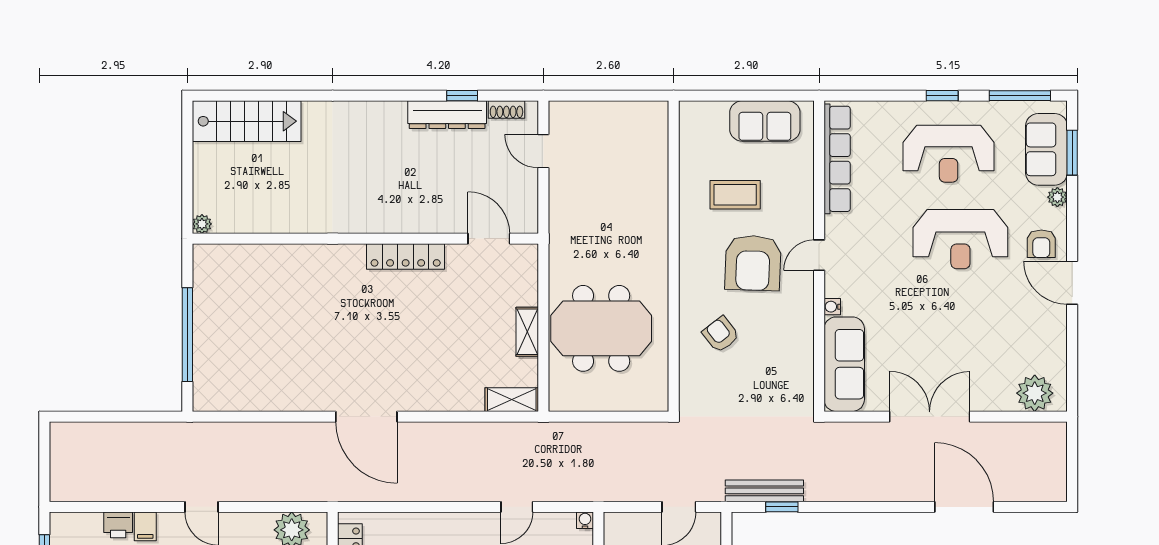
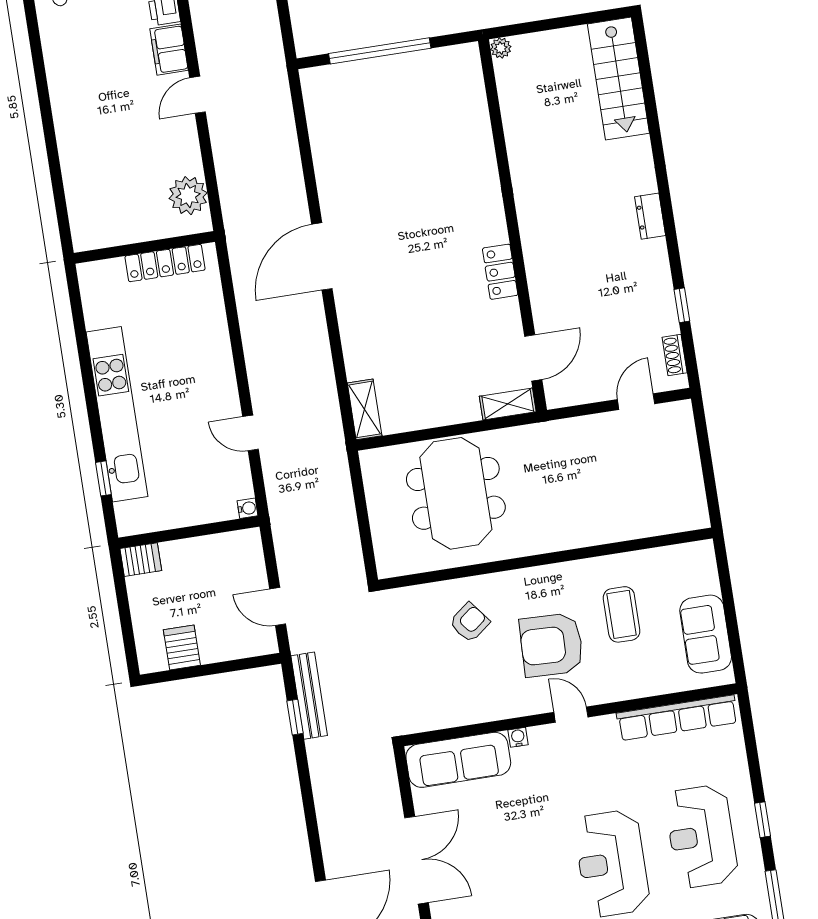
dresser: (447, 115) -> (650, 216), moved, width x0.51, depth x0.80
locker: (406, 256) -> (500, 272), width x0.66
shelving: (527, 332) -> (508, 404), moved
filing cabinet: (145, 526) -> (169, 50), width x2.00

